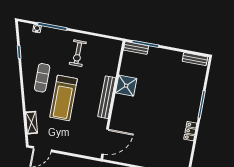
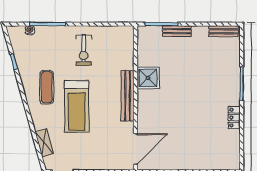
bench: (136, 48) -> (177, 31), moved

